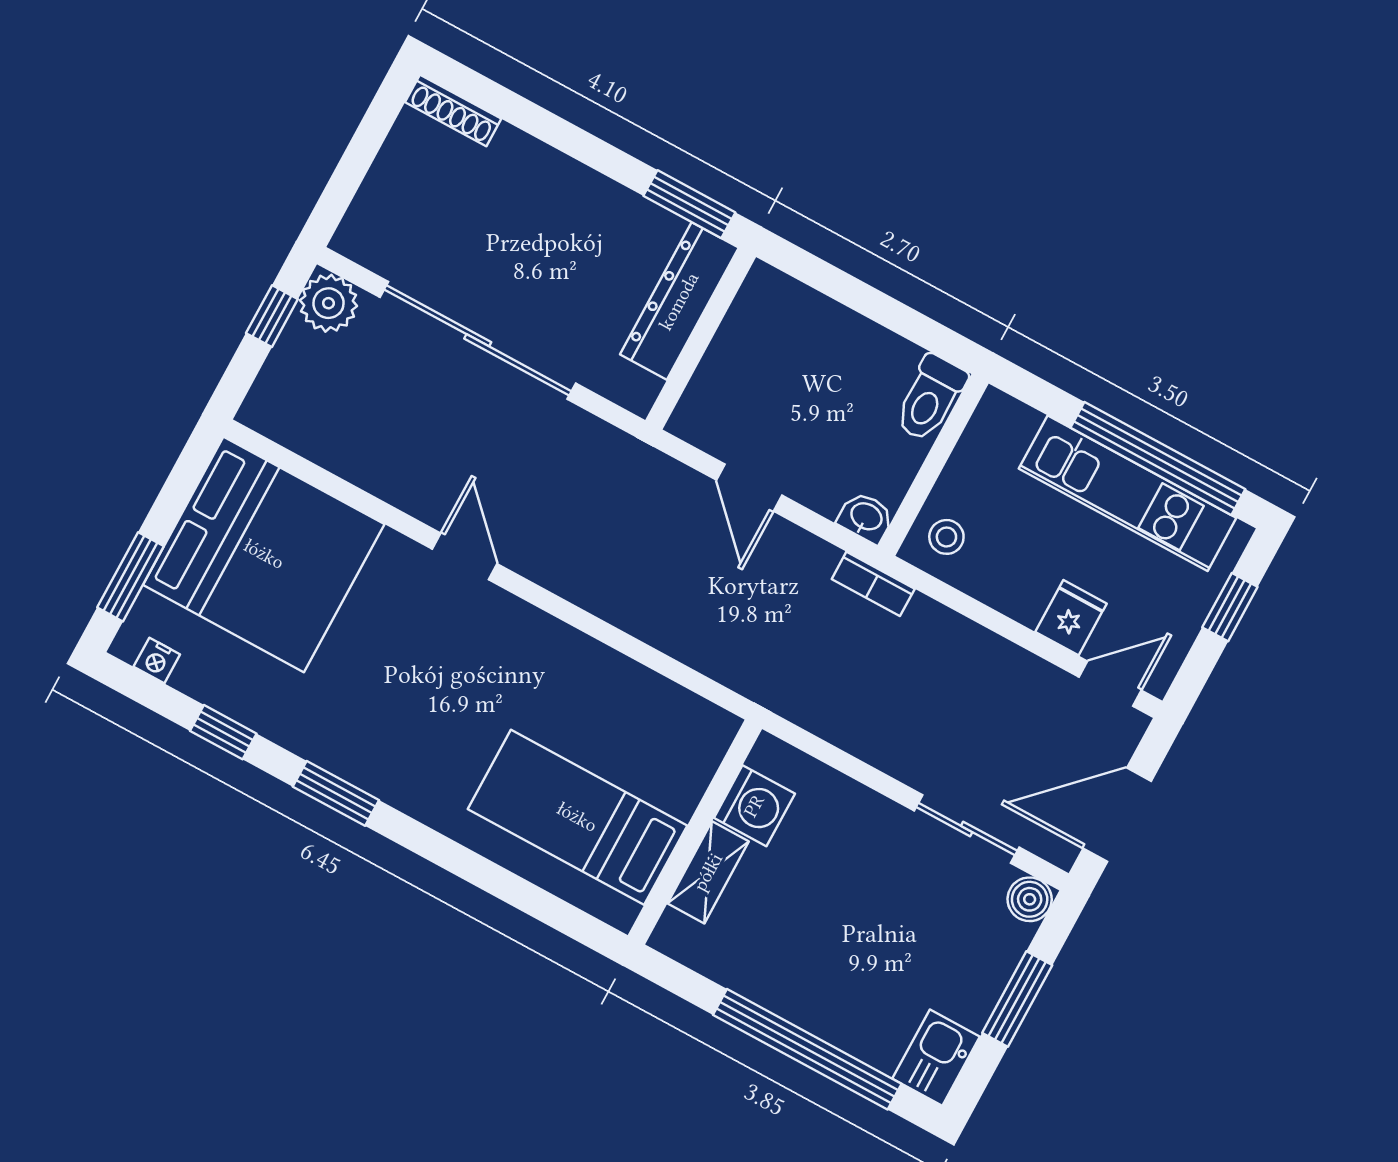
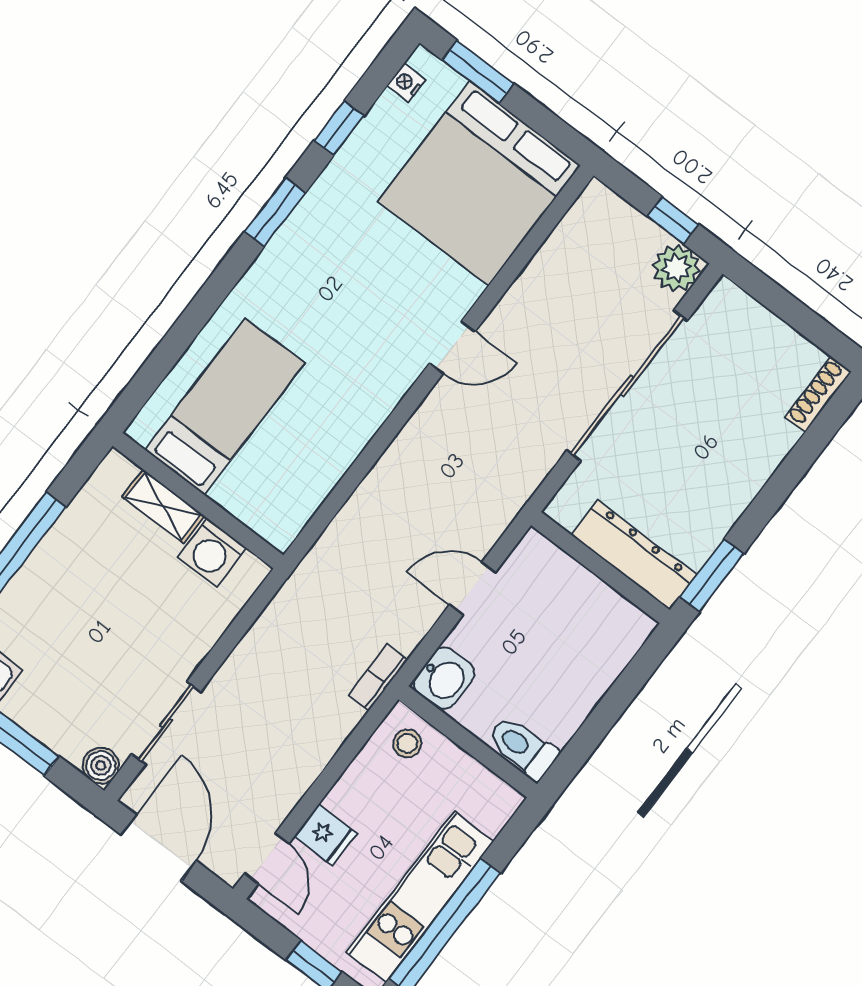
washbasin: (866, 517) -> (444, 678), width x1.38, depth x1.45

